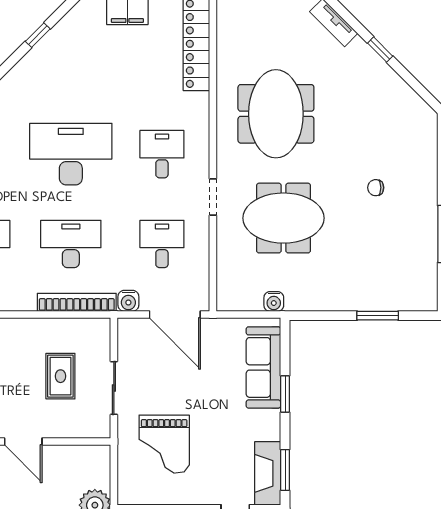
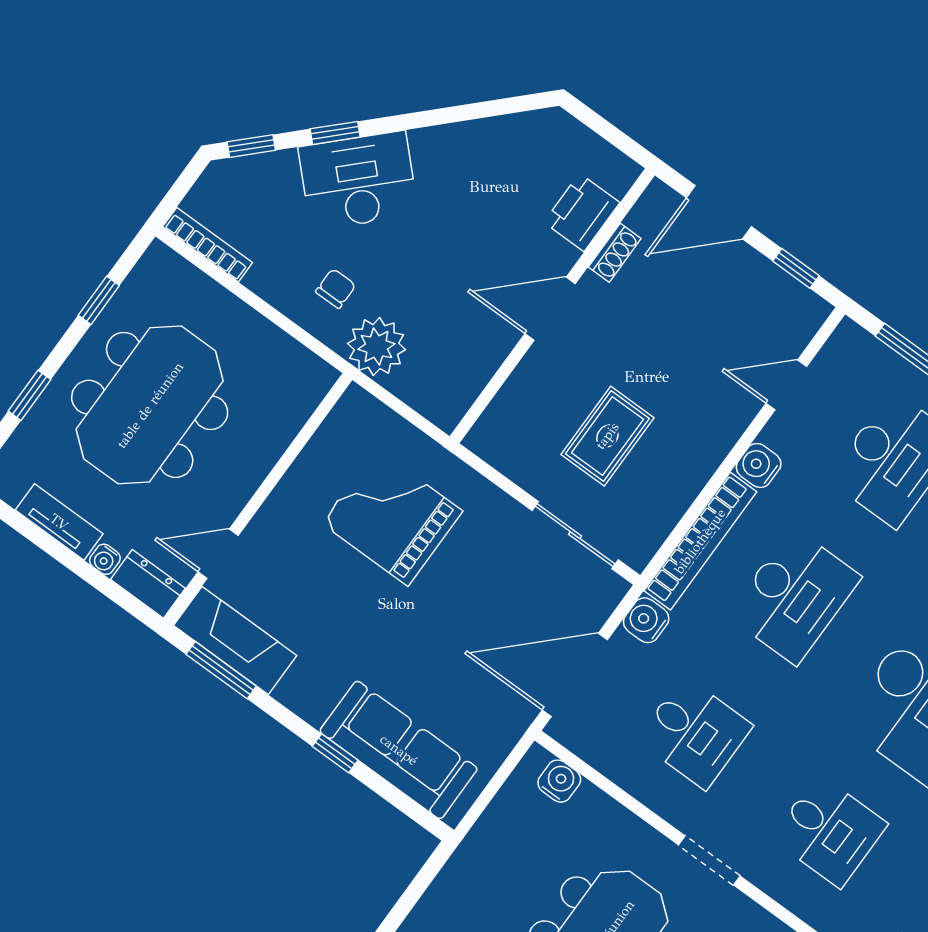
water cooler: (25, 301) -> (759, 465), added
water cooler: (274, 301) -> (559, 781), moved, turned 90
rug: (60, 376) -> (607, 436), turned 90
sliding door: (114, 388) -> (575, 535), moved
window: (285, 394) -> (335, 753), width x0.67

